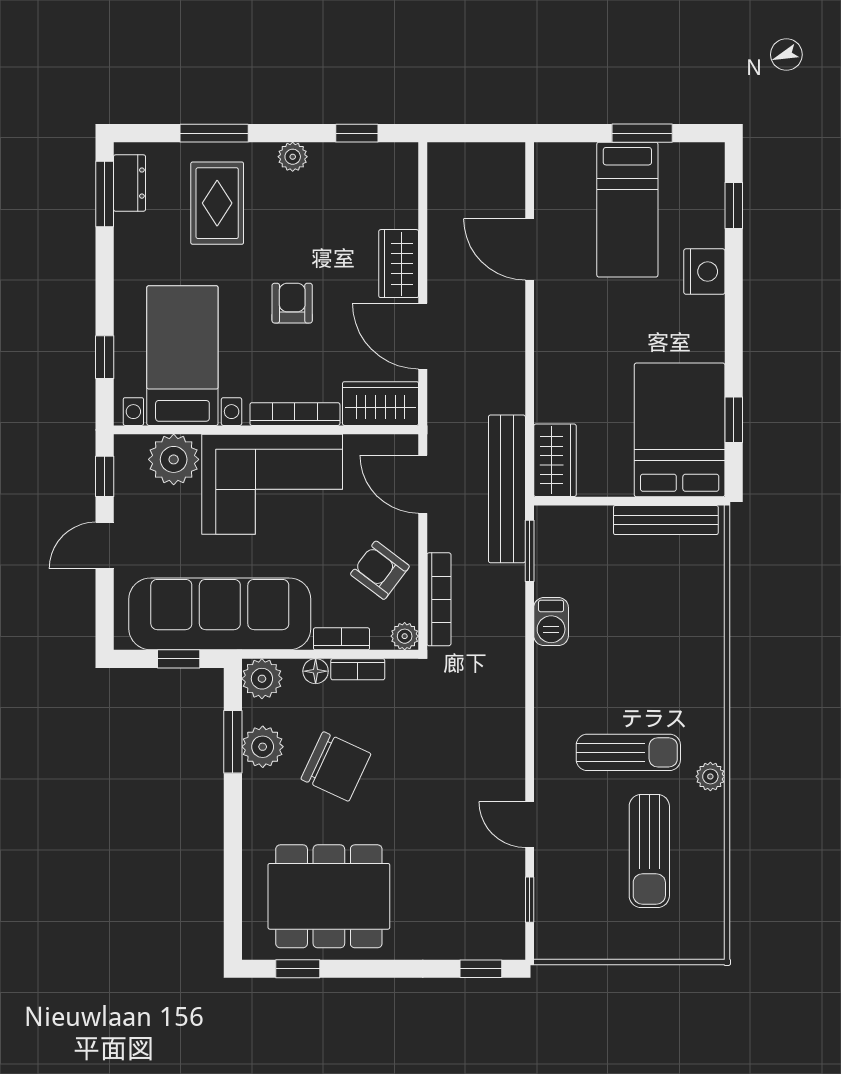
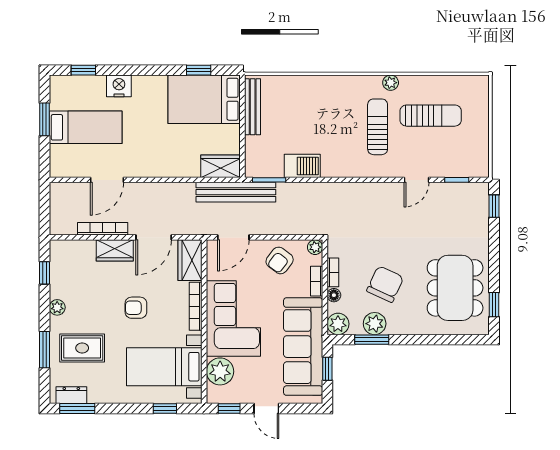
bookcase: (439, 599) -> (103, 229), moved
barbecue: (551, 622) -> (302, 166), width x1.38, depth x1.27

